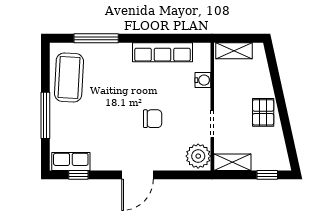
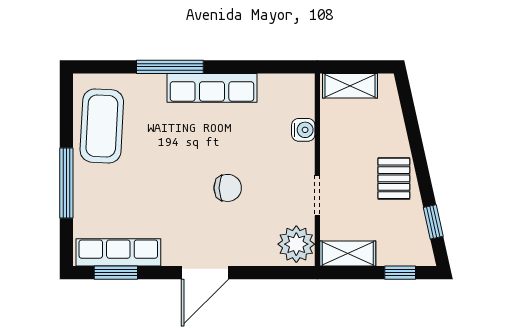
window: (96, 38) -> (170, 67), moved
row of seats: (163, 52) -> (212, 88), moved
window: (289, 141) -> (433, 222), added
row of seats: (71, 162) -> (118, 252), width x1.48
window: (78, 175) -> (116, 273), width x1.50

